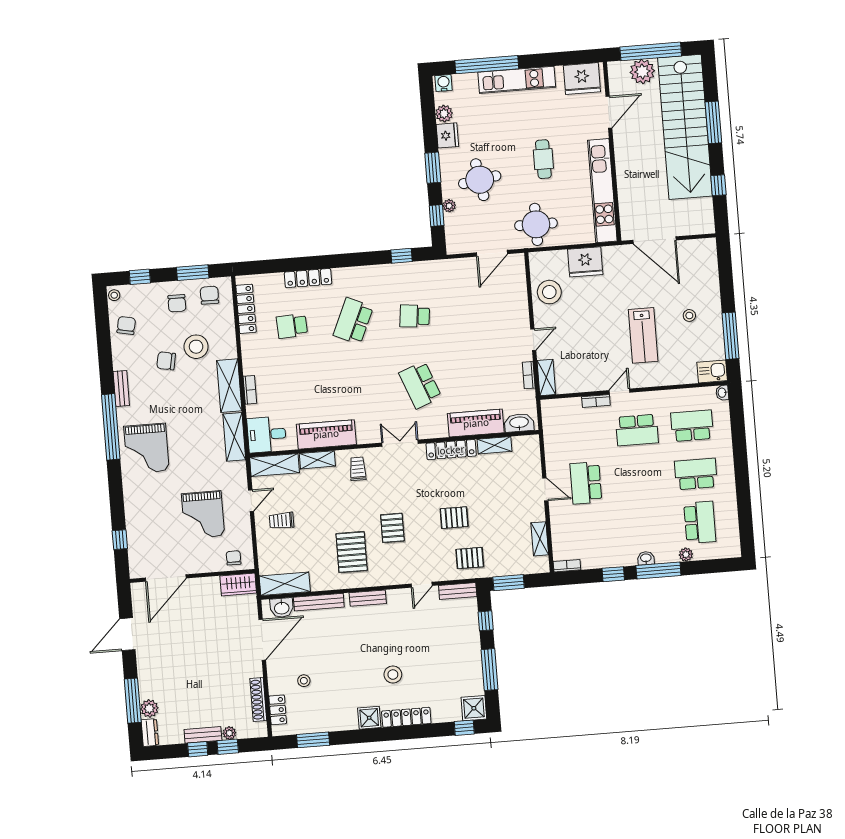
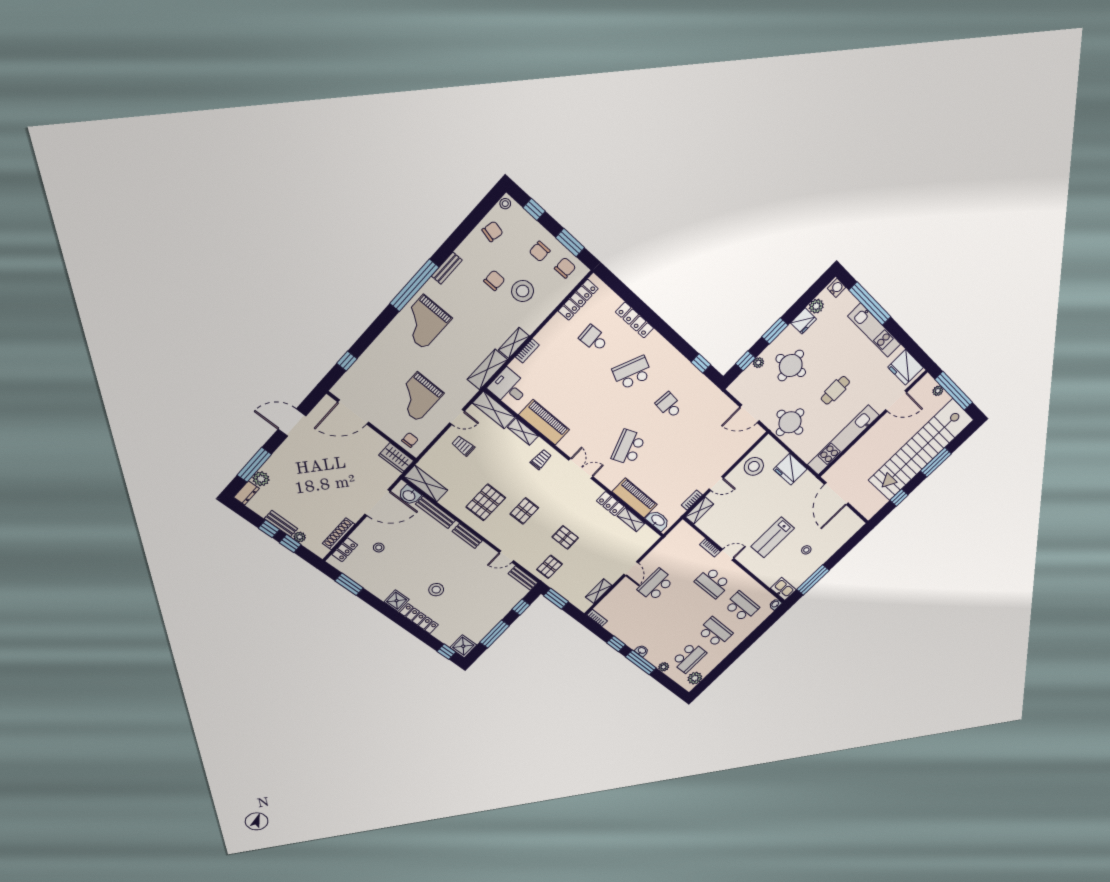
plant: (642, 72) -> (938, 391), width x0.53, depth x0.53
chair: (166, 361) -> (494, 280), turned 79
shelving: (229, 386) -> (514, 343), width x0.67, depth x0.75
locker: (451, 450) -> (610, 504), width x0.66
plant: (730, 537) -> (695, 678), added
pallet: (470, 558) -> (549, 567), turned 90

